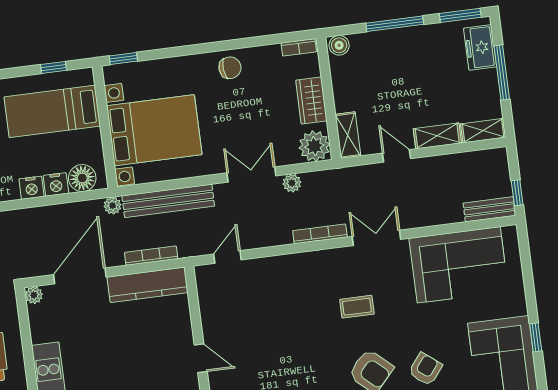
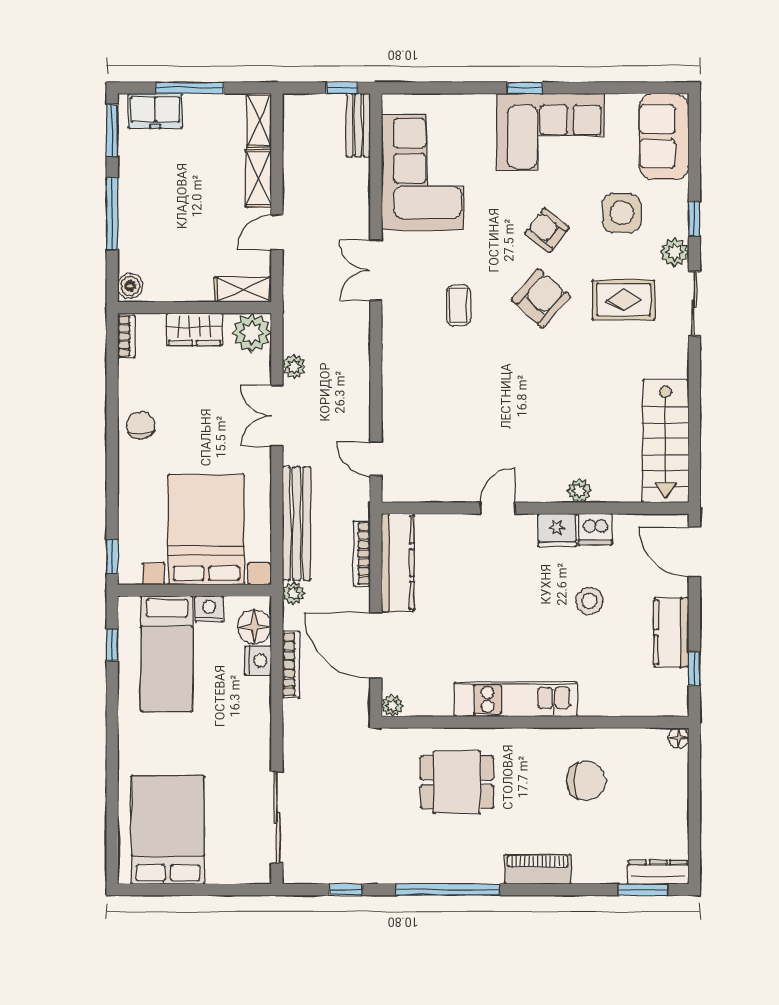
nightstand: (31, 188) -> (209, 609), moved, turned -90
bookcase: (320, 234) -> (291, 664), moved, turned 180

